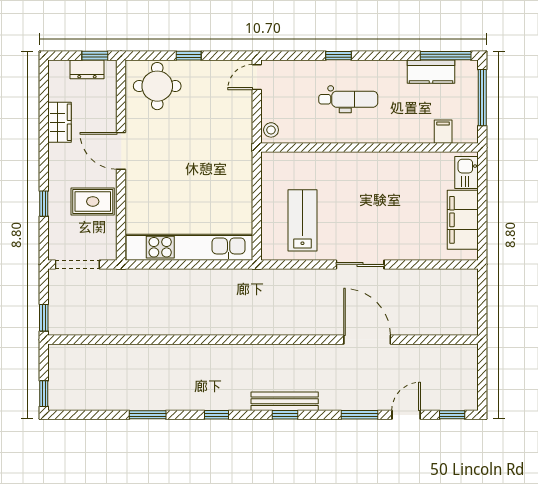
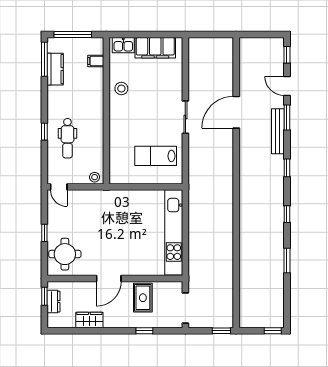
dental chair: (348, 99) -> (67, 138), moved, turned 180
stool: (402, 170) -> (121, 89), added
bench: (285, 401) -> (278, 131), moved

